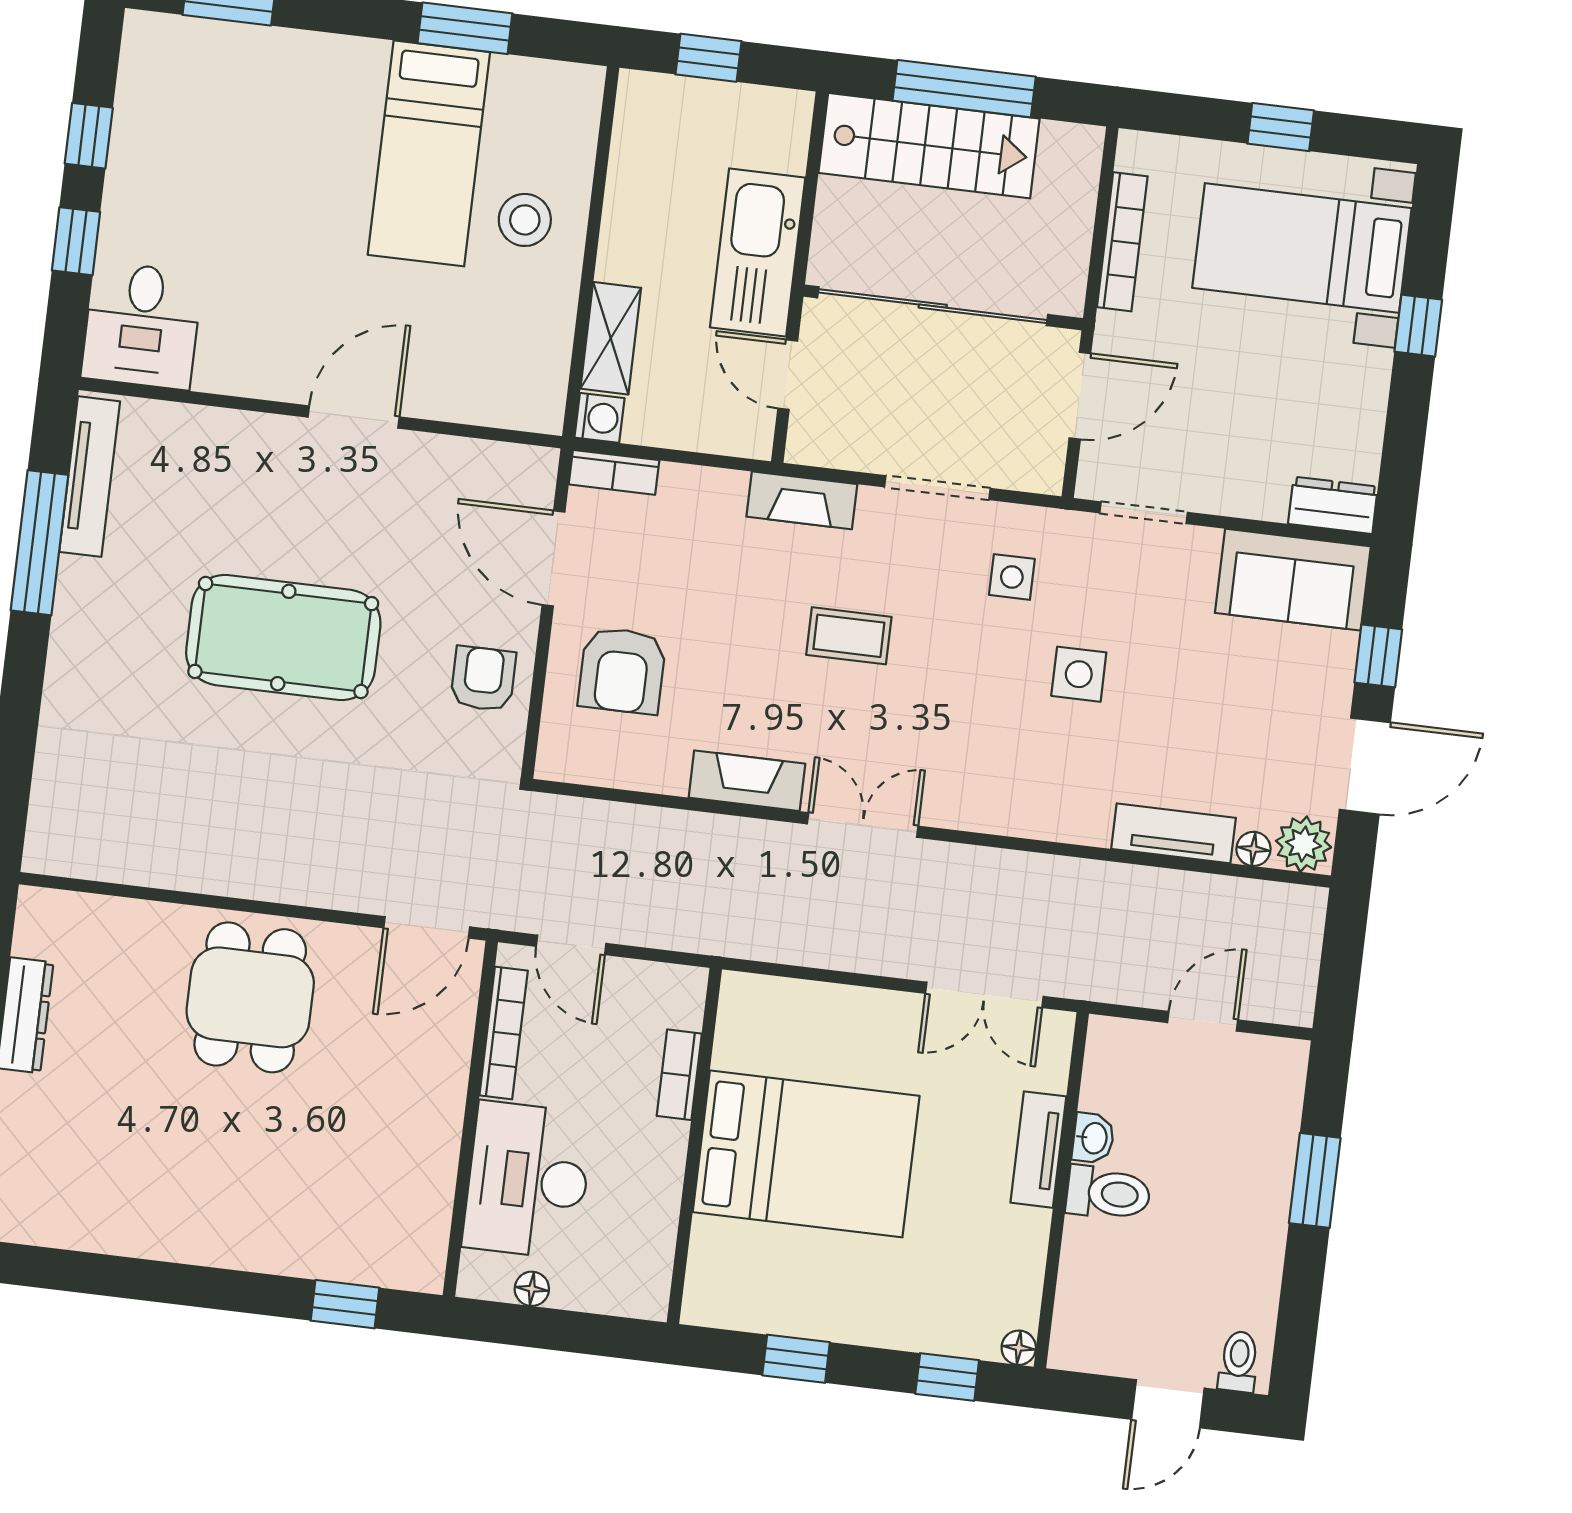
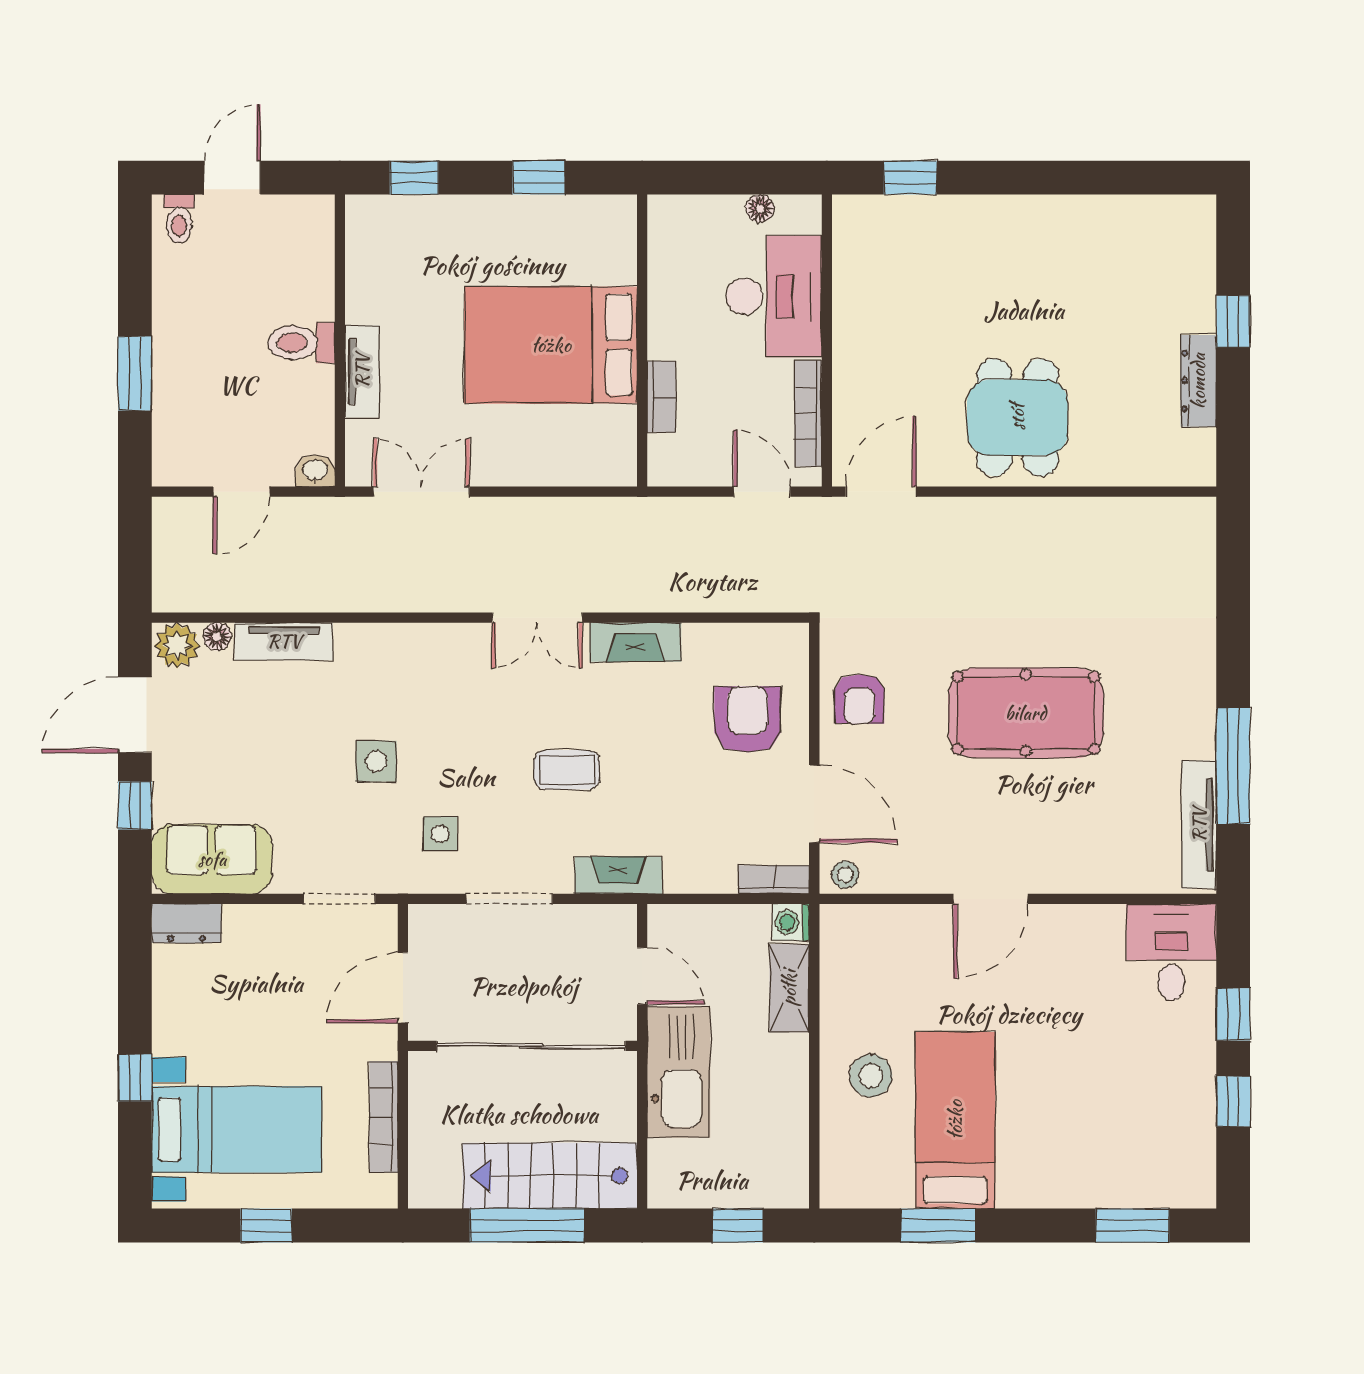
stool: (526, 468) -> (845, 875), added
washbasin: (1093, 1138) -> (315, 471), moved, turned 90
floor lamp: (1019, 1348) -> (359, 208), removed

